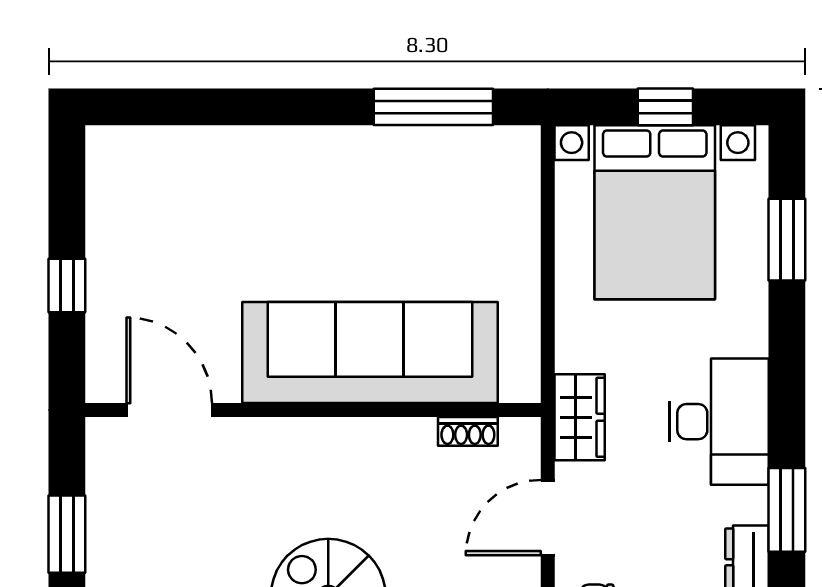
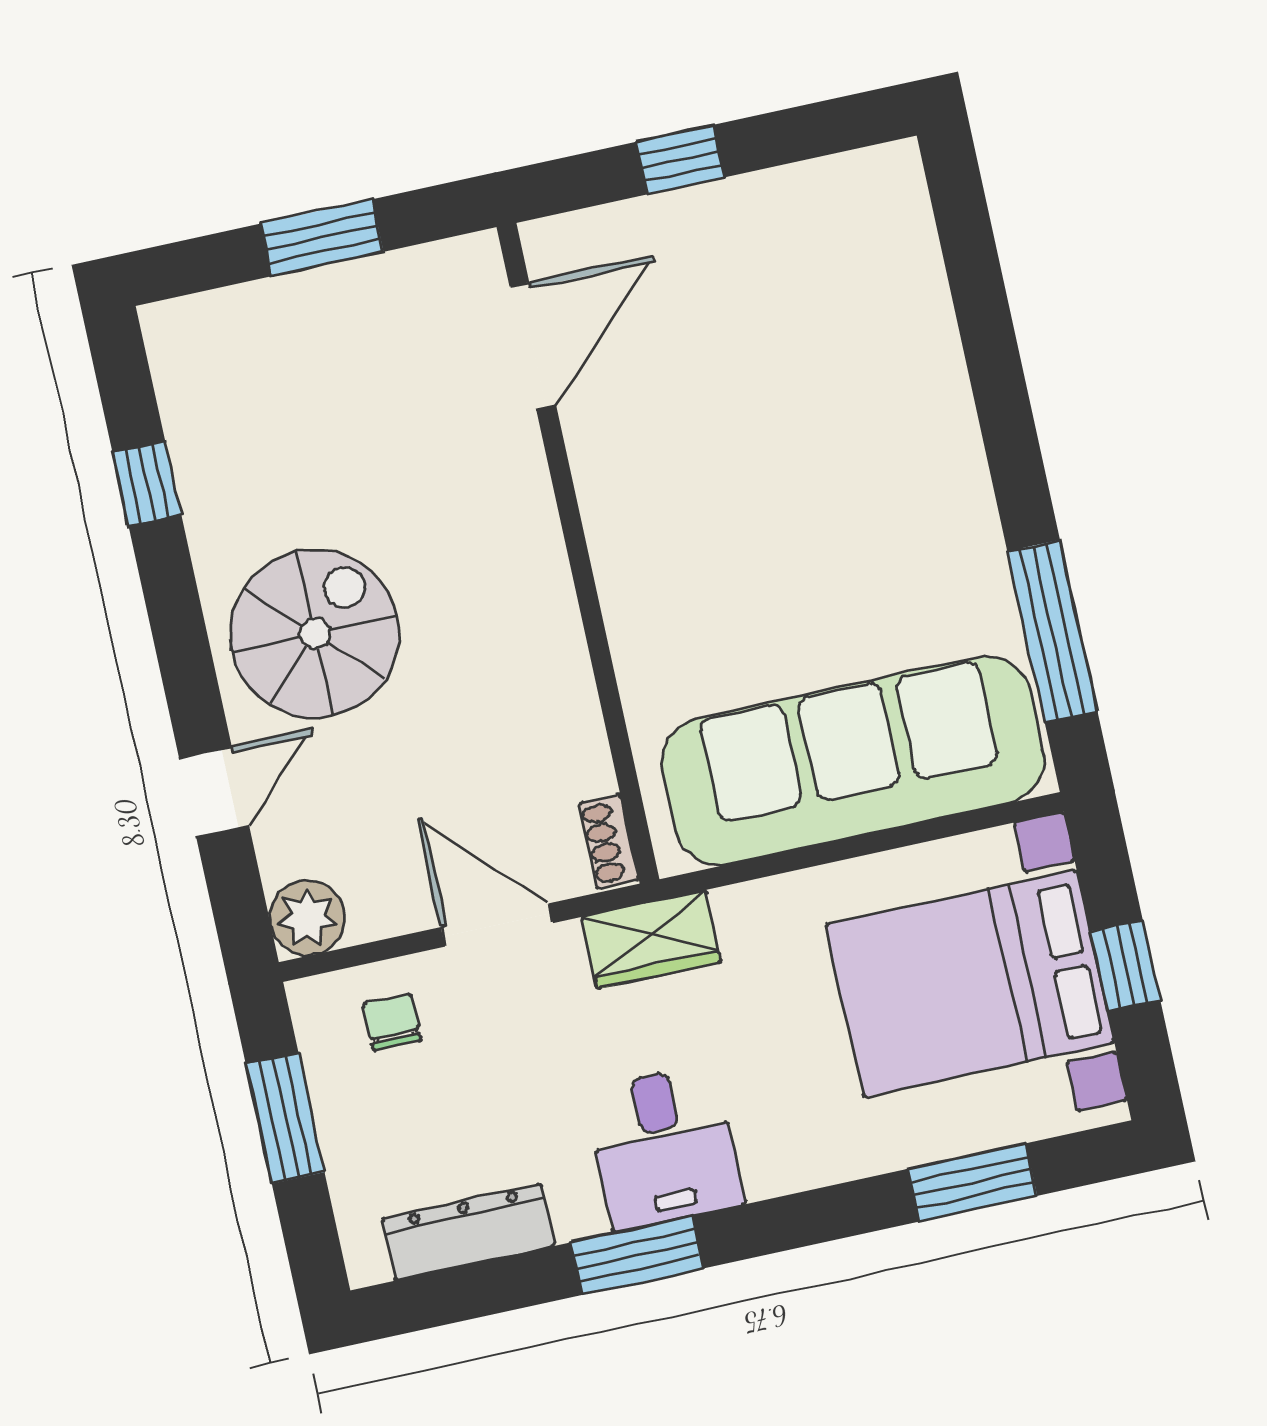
sofa: (370, 353) -> (853, 761), moved, turned -90
desk: (719, 422) -> (664, 1147), width x0.73
shoe rack: (468, 431) -> (609, 842), moved
window: (787, 510) -> (637, 1255), moved

